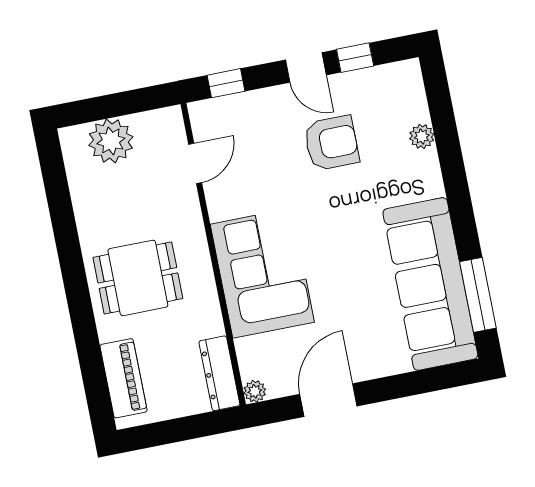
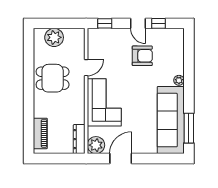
plant: (422, 136) -> (179, 80), moved
door: (195, 163) -> (86, 68), moved
dining table: (138, 278) -> (53, 78), moved
plant: (255, 391) -> (96, 145), width x1.87, depth x1.87

